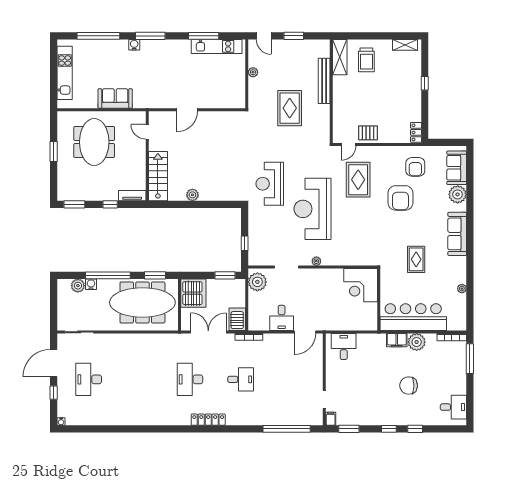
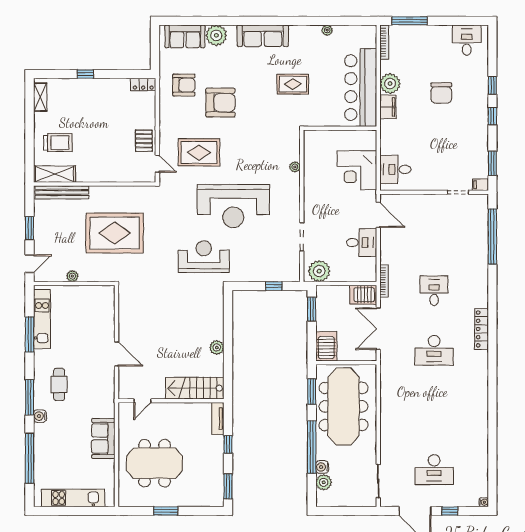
cafe table: (161, 61) -> (59, 384), added
bench: (324, 81) -> (62, 192), moved
rug: (290, 108) -> (115, 233), width x1.37, depth x1.44
reception desk: (270, 184) -> (204, 257), turned 180
plant: (316, 261) -> (295, 167), moved
corner desk: (361, 285) -> (357, 170), moved, turned 90
server rack: (193, 293) -> (326, 346), width x0.62

